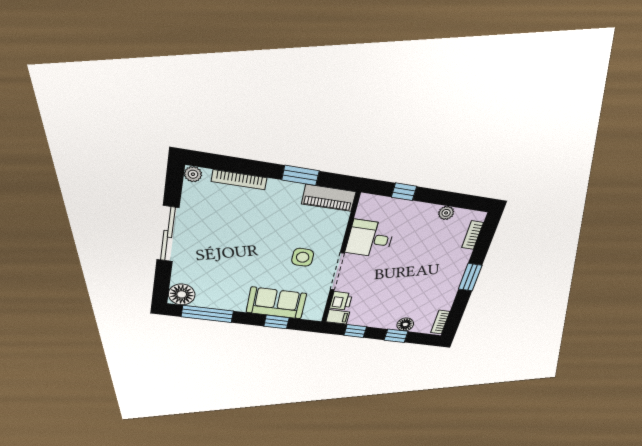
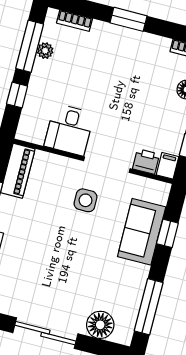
window: (451, 199) -> (30, 46), added
floor lamp: (182, 294) -> (100, 325), moved

